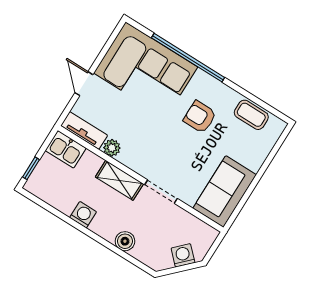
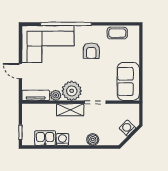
armchair: (200, 117) -> (91, 51), turned -90
kitchen sink: (66, 149) -> (45, 138), moved, turned 180
plant: (138, 155) -> (72, 91), added

